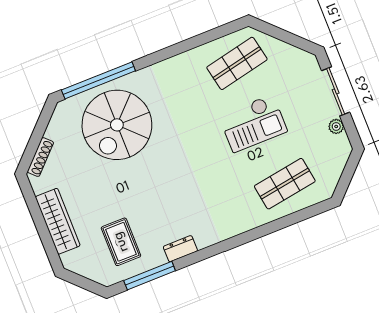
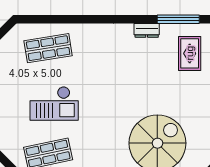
checkout: (253, 123) -> (54, 103), turned 180

